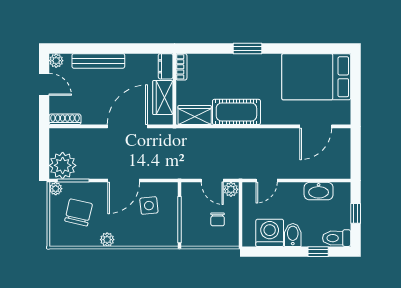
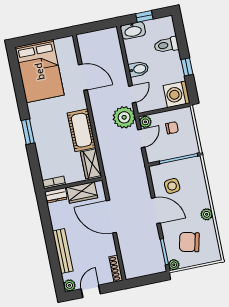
door: (316, 126) -> (83, 77), moved
plant: (63, 165) -> (124, 117), moved
door: (267, 181) -> (132, 94), hinge flipped
washbasin: (319, 191) -> (133, 30), moved, turned 90
washing machine: (270, 233) -> (177, 94), moved
bidet: (293, 235) -> (138, 69), moved, turned 180
toilet: (337, 238) -> (166, 45), moved, turned 90
window: (318, 252) -> (187, 67), moved

